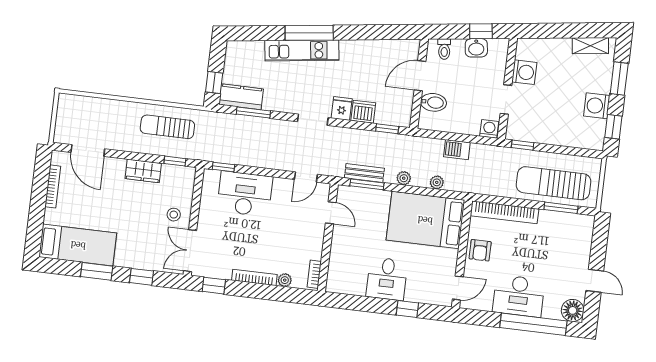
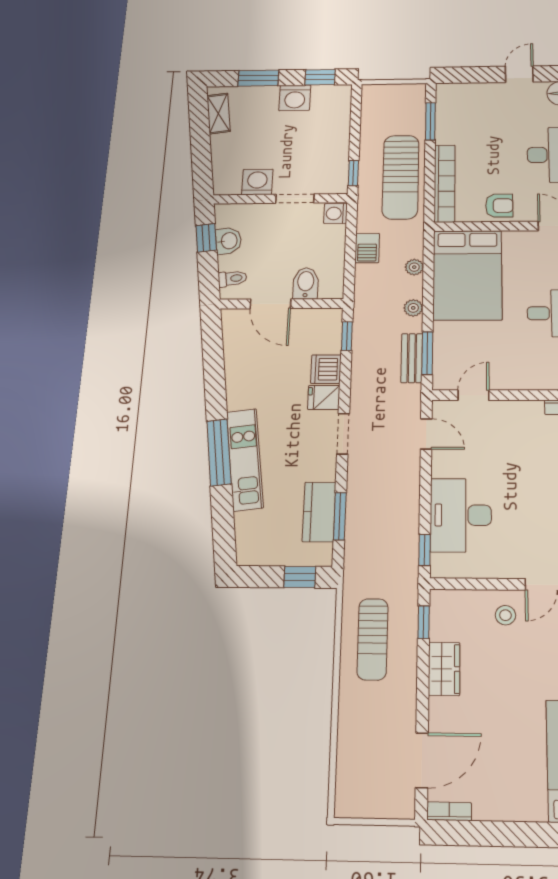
kitchen counter: (241, 97) -> (319, 512), moved
sun lounger: (553, 183) -> (401, 177), moved
bookcase: (53, 186) -> (449, 811), moved, width x0.64

